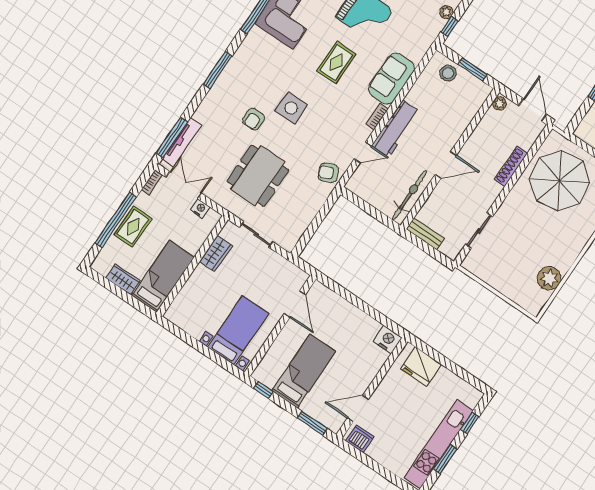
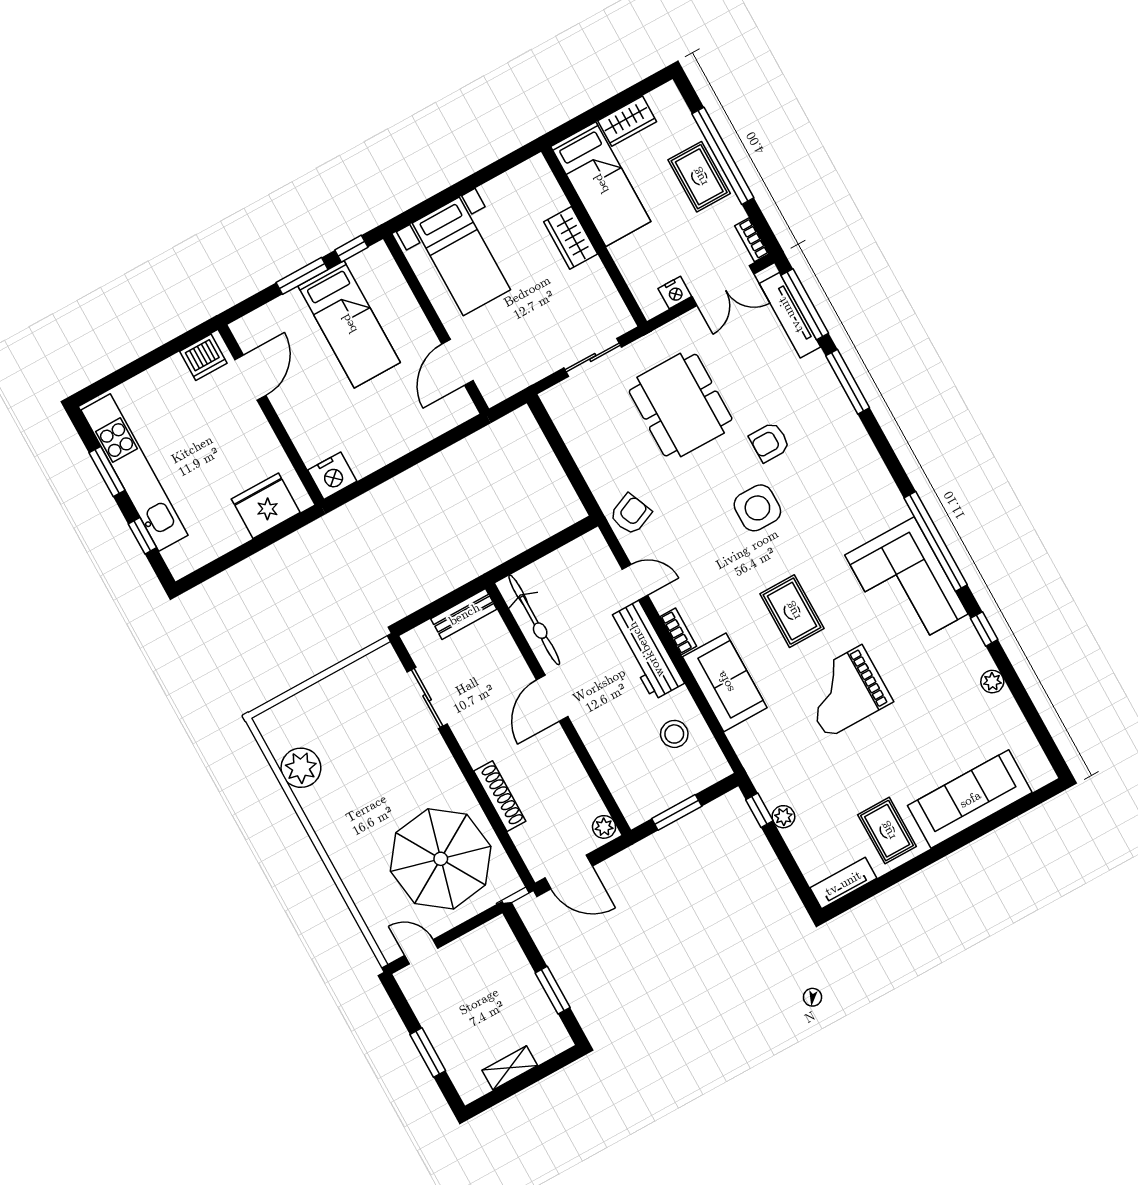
window: (218, 70) -> (848, 382), moved
stool: (448, 73) -> (674, 734), moved
armchair: (254, 119) -> (769, 442), turned -90
door: (363, 152) -> (635, 582), swing flipped
wardrobe: (216, 254) -> (571, 238), moved
door: (295, 304) -> (457, 362), hinge flipped
window: (312, 423) -> (302, 276), moved

